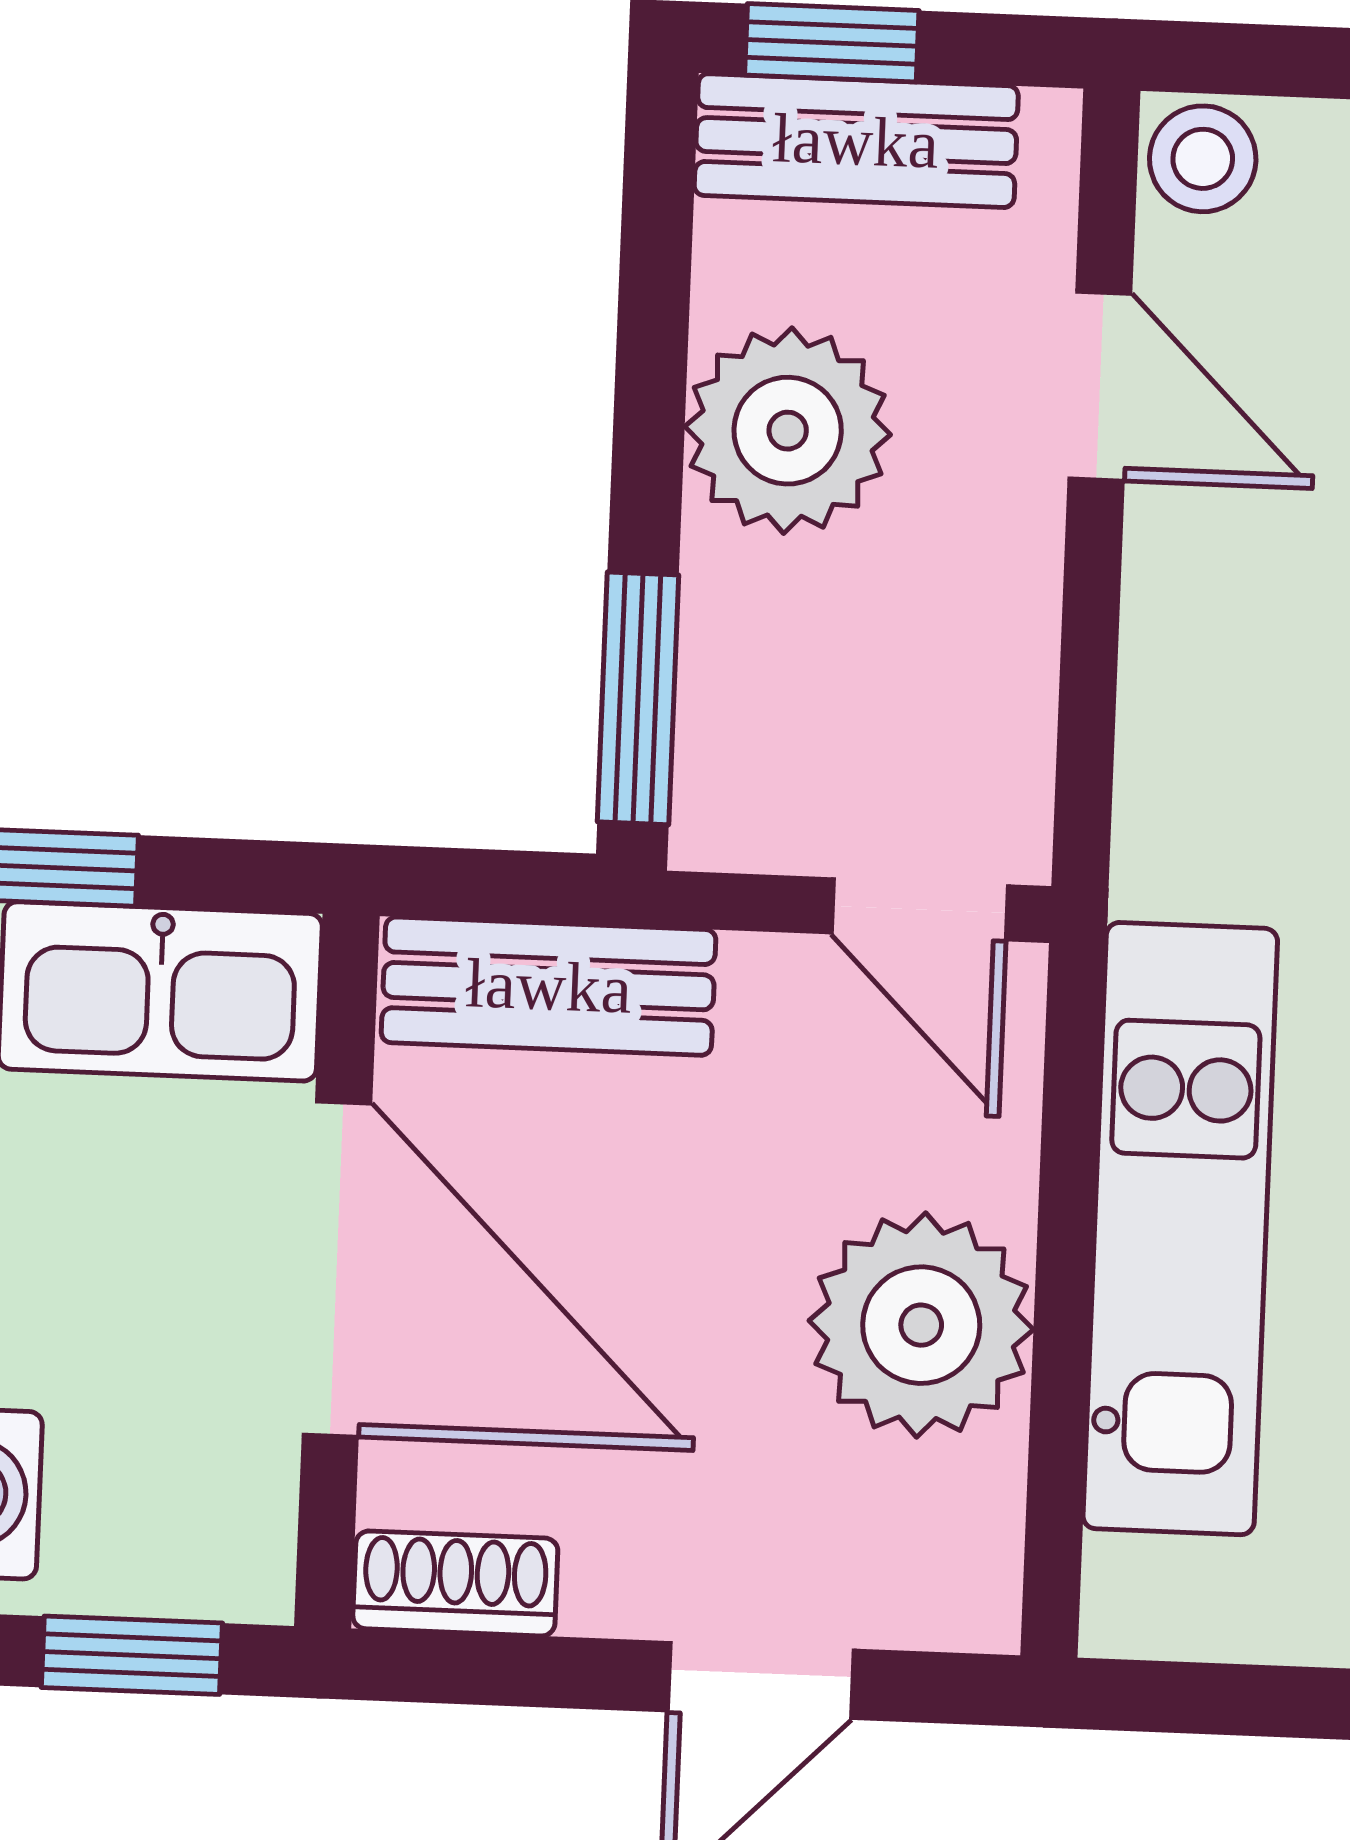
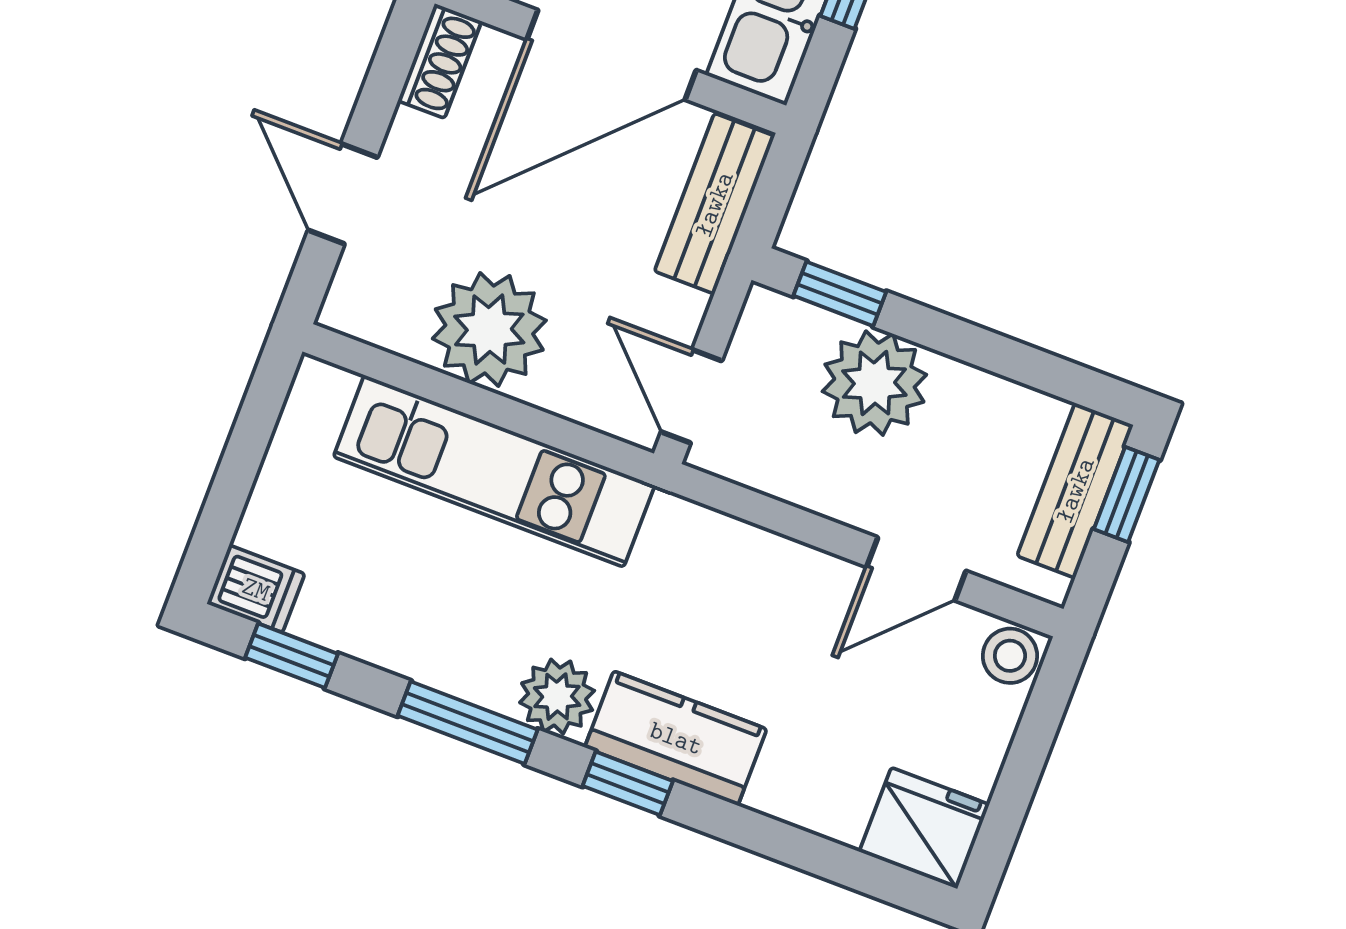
plant: (788, 431) -> (874, 383), moved
window: (638, 698) -> (840, 294), width x0.67
door: (920, 909) -> (691, 396), hinge flipped

